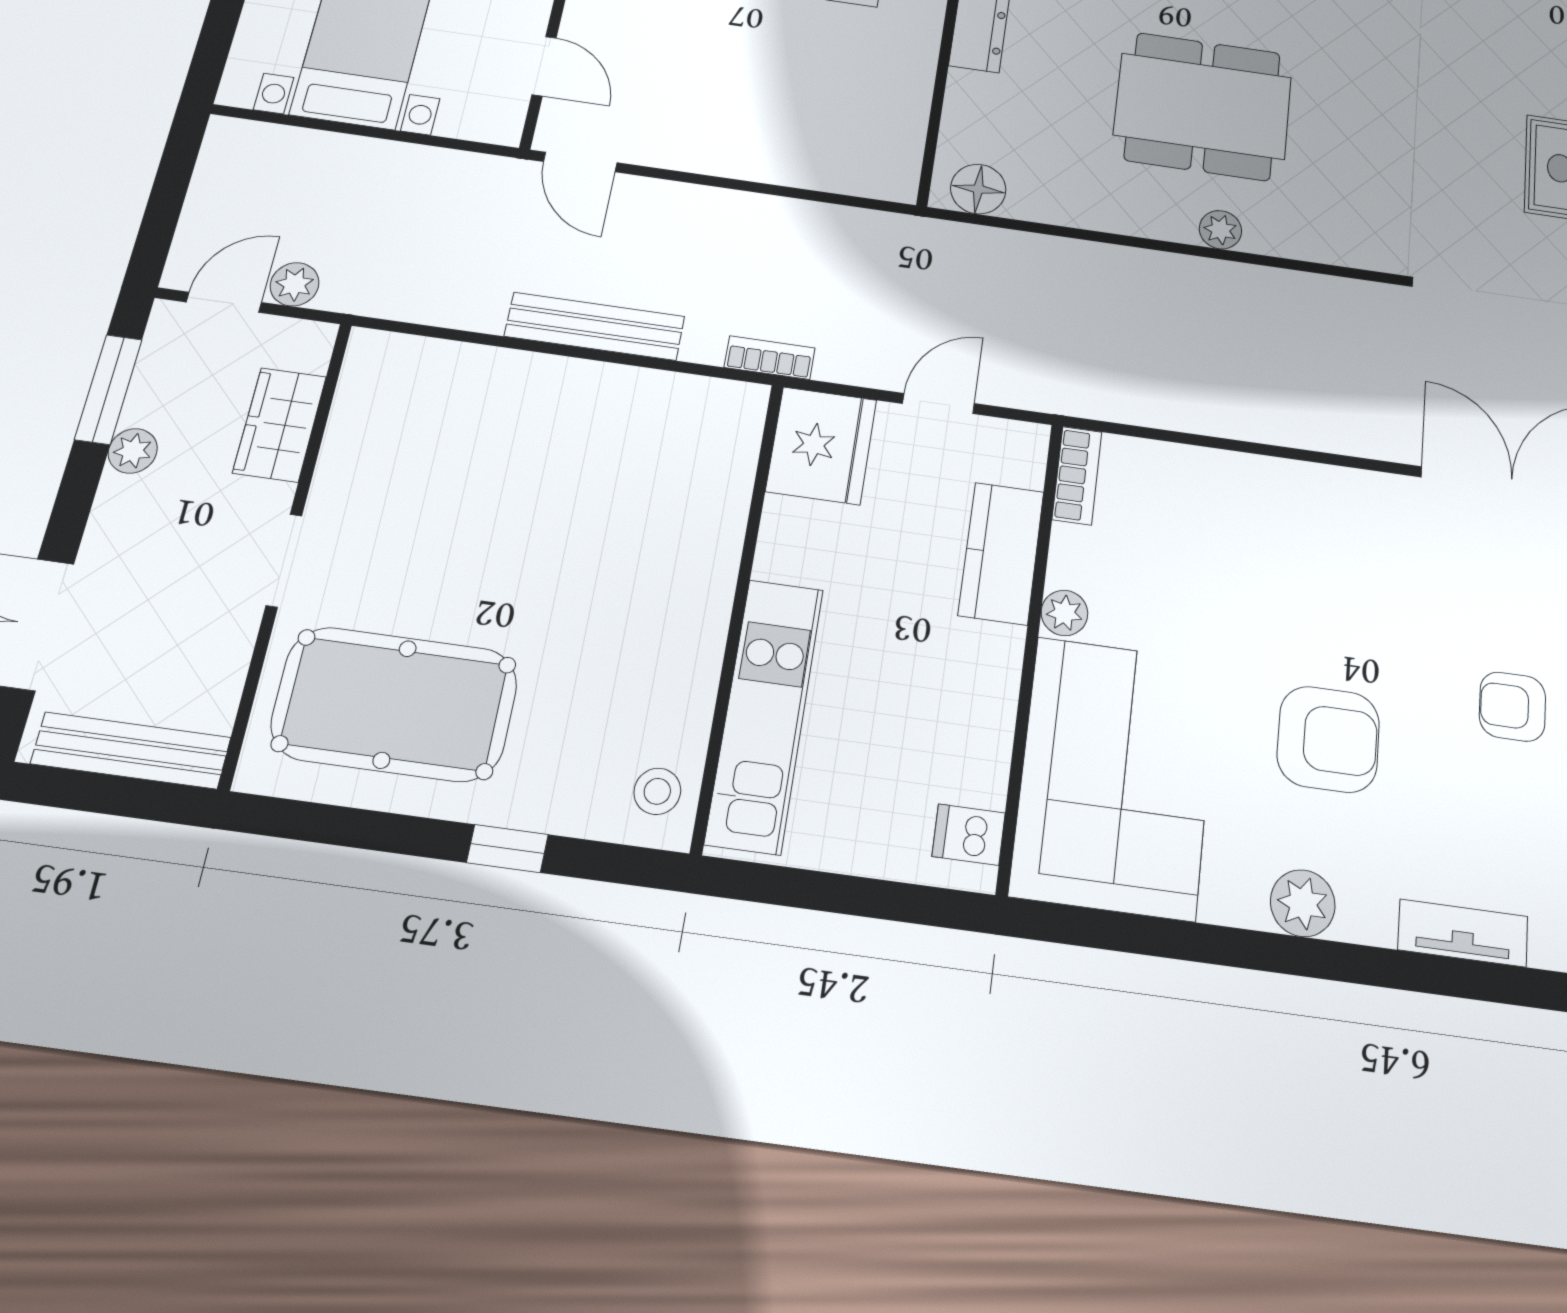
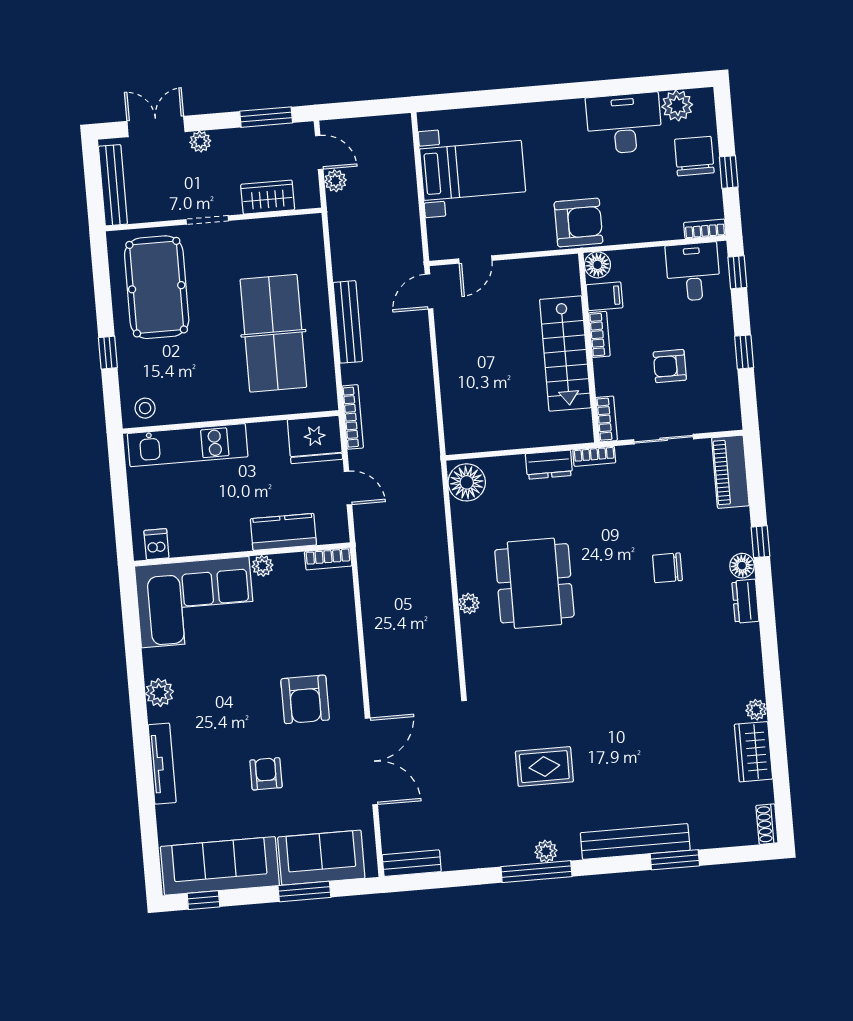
floor lamp: (978, 189) -> (467, 482), width x1.38, depth x1.38
bookcase: (770, 358) -> (353, 417), width x1.56
plant: (133, 451) -> (200, 142), moved
table tennis table: (573, 478) -> (273, 333), added
armchair: (1328, 739) -> (305, 699), moved
tv unit: (1463, 933) -> (162, 764), width x1.41

